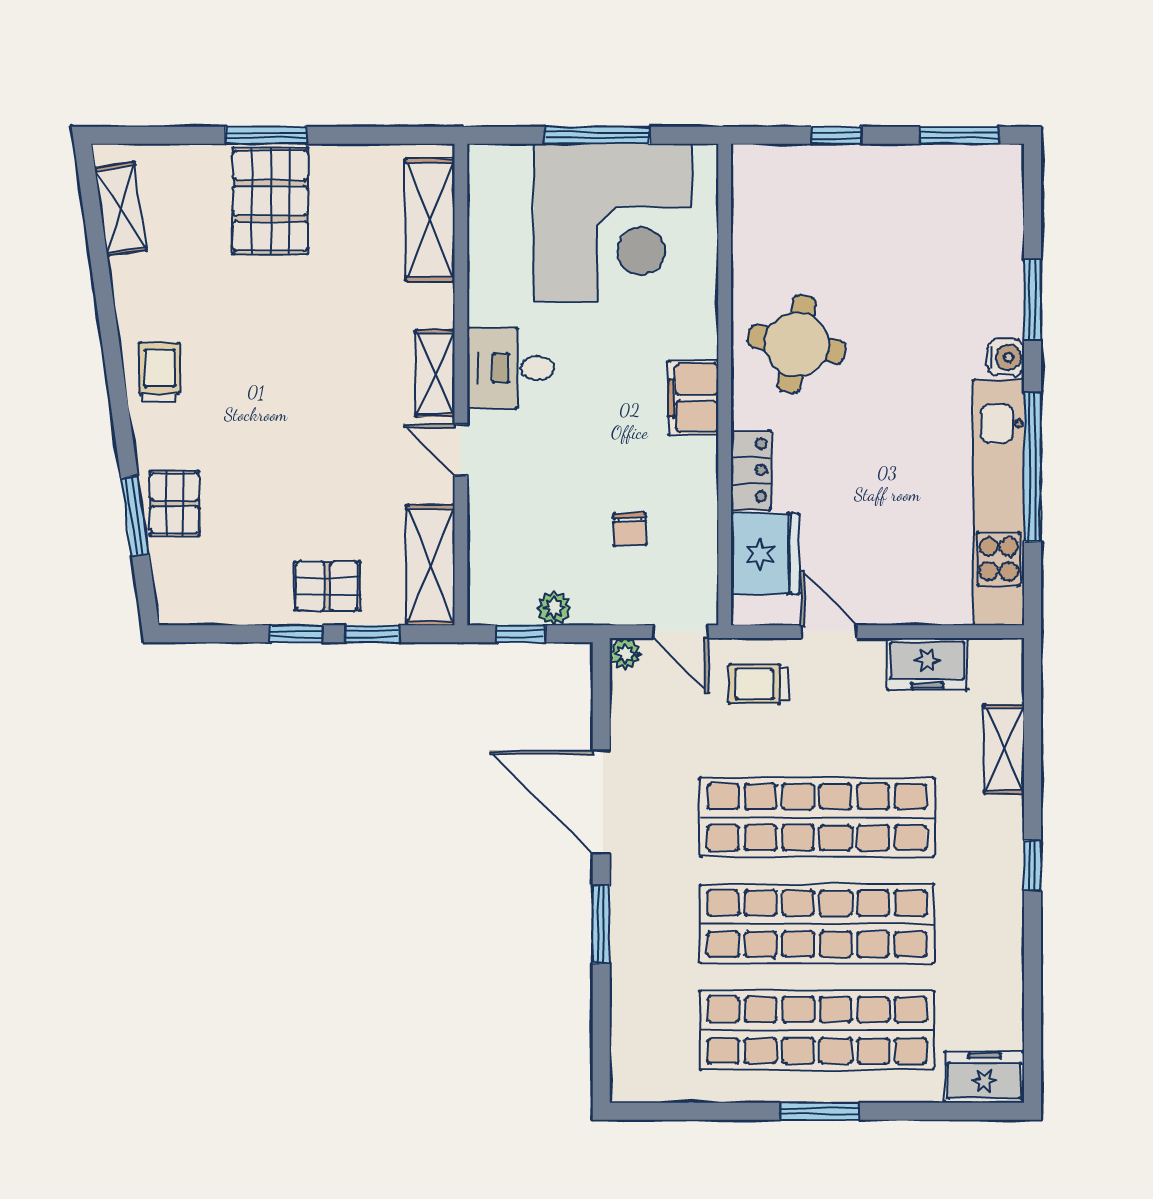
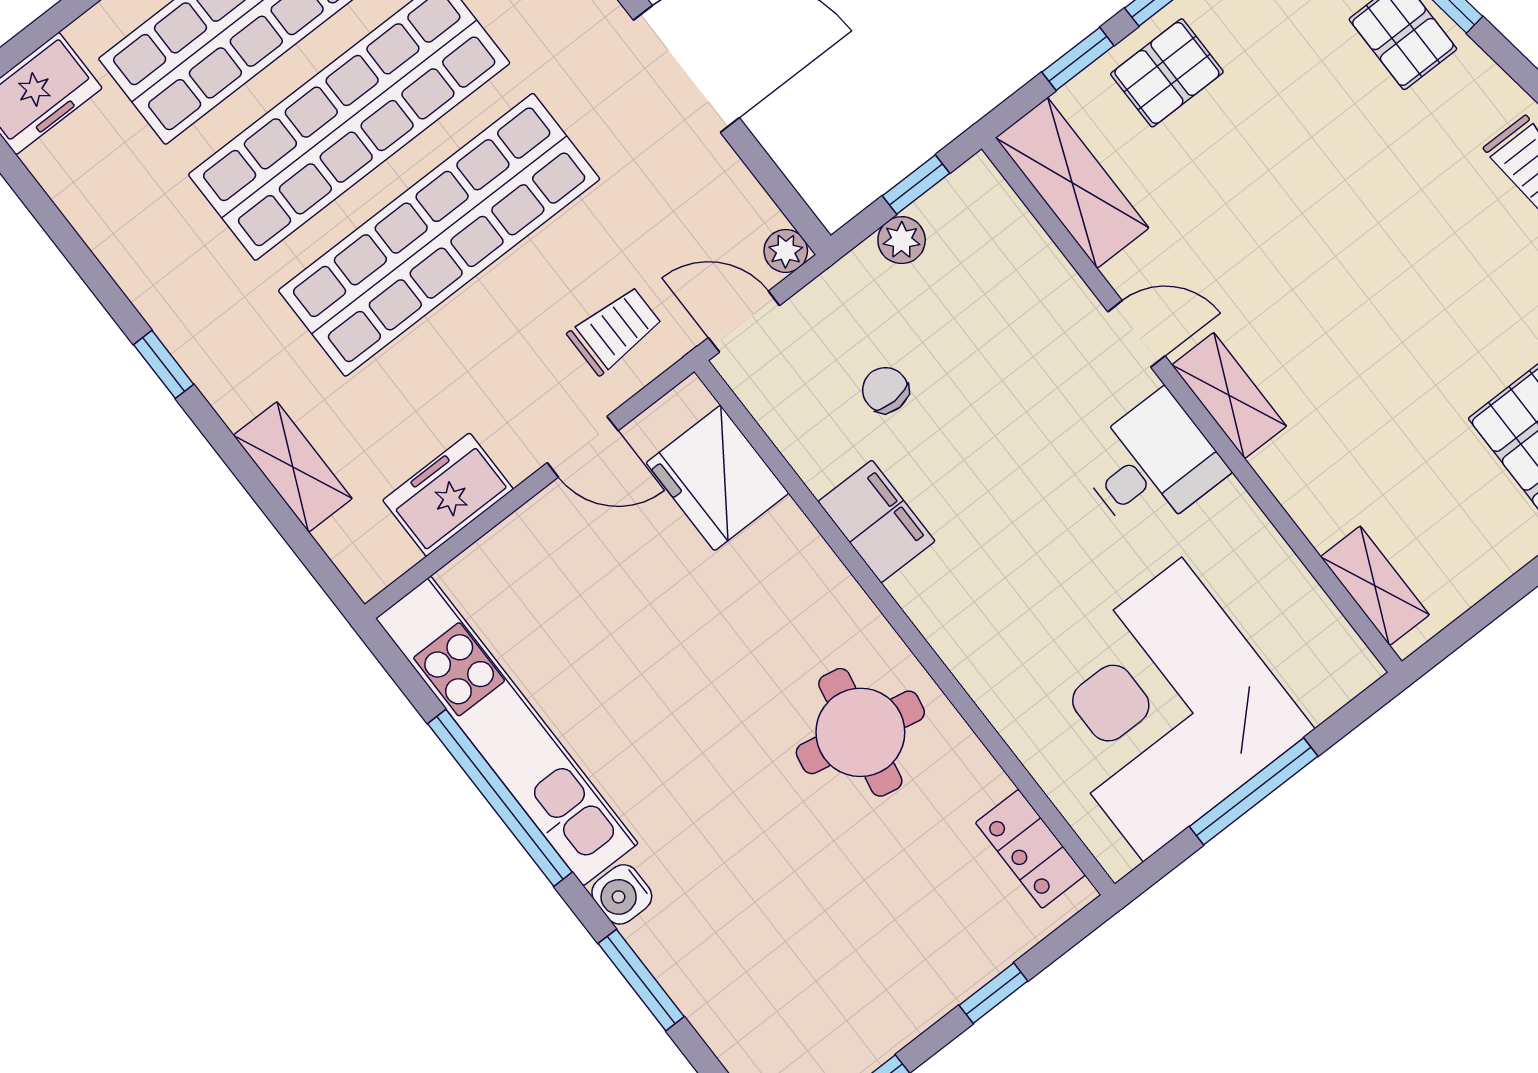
shelving: (430, 220) -> (1375, 586), width x0.67, depth x0.75
filing cabinet: (693, 398) -> (877, 521), moved
locker: (751, 470) -> (1030, 849), moved

